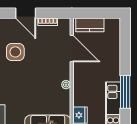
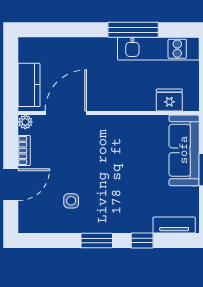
side table: (15, 52) -> (71, 201), width x0.54, depth x0.54
plant: (66, 85) -> (25, 122), moved

